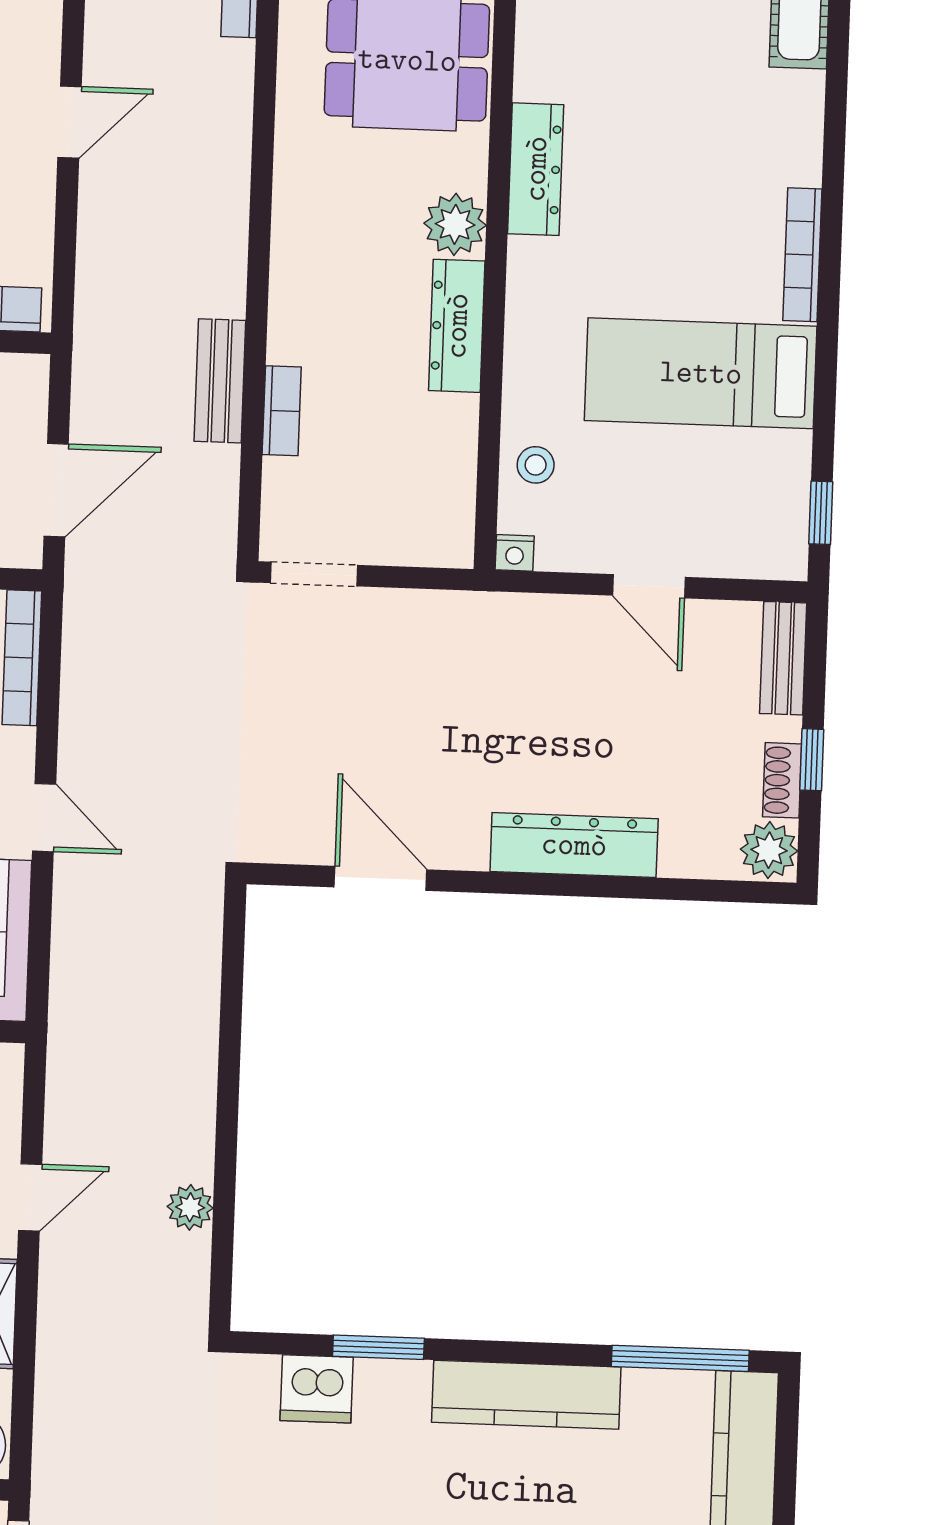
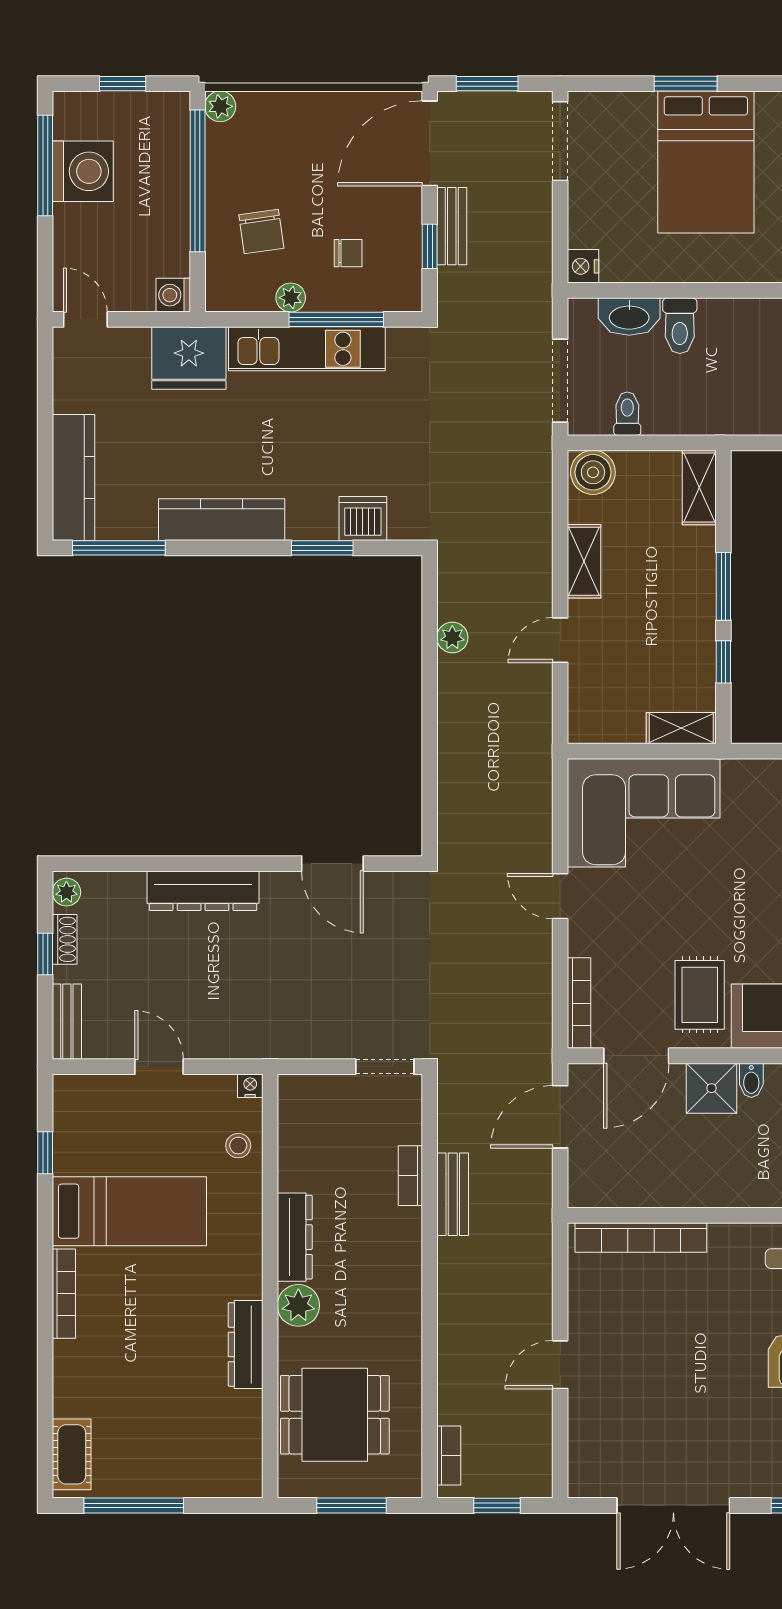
window: (821, 513) -> (45, 1153), moved
plant: (769, 850) -> (66, 892), width x0.73, depth x0.73

